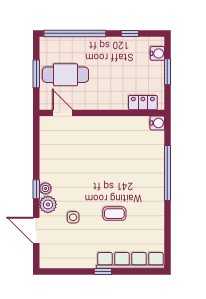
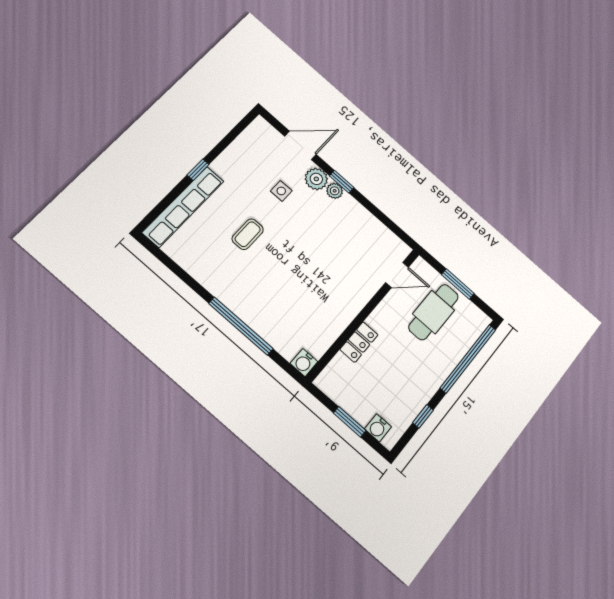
locker: (143, 103) -> (359, 342), moved

